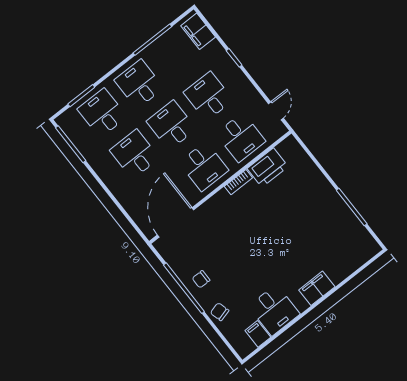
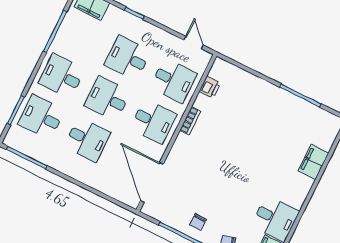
desk: (135, 154) -> (87, 140), turned 180
printer: (268, 167) -> (210, 87), width x0.53, depth x0.68
filing cabinet: (317, 288) -> (313, 162), moved

